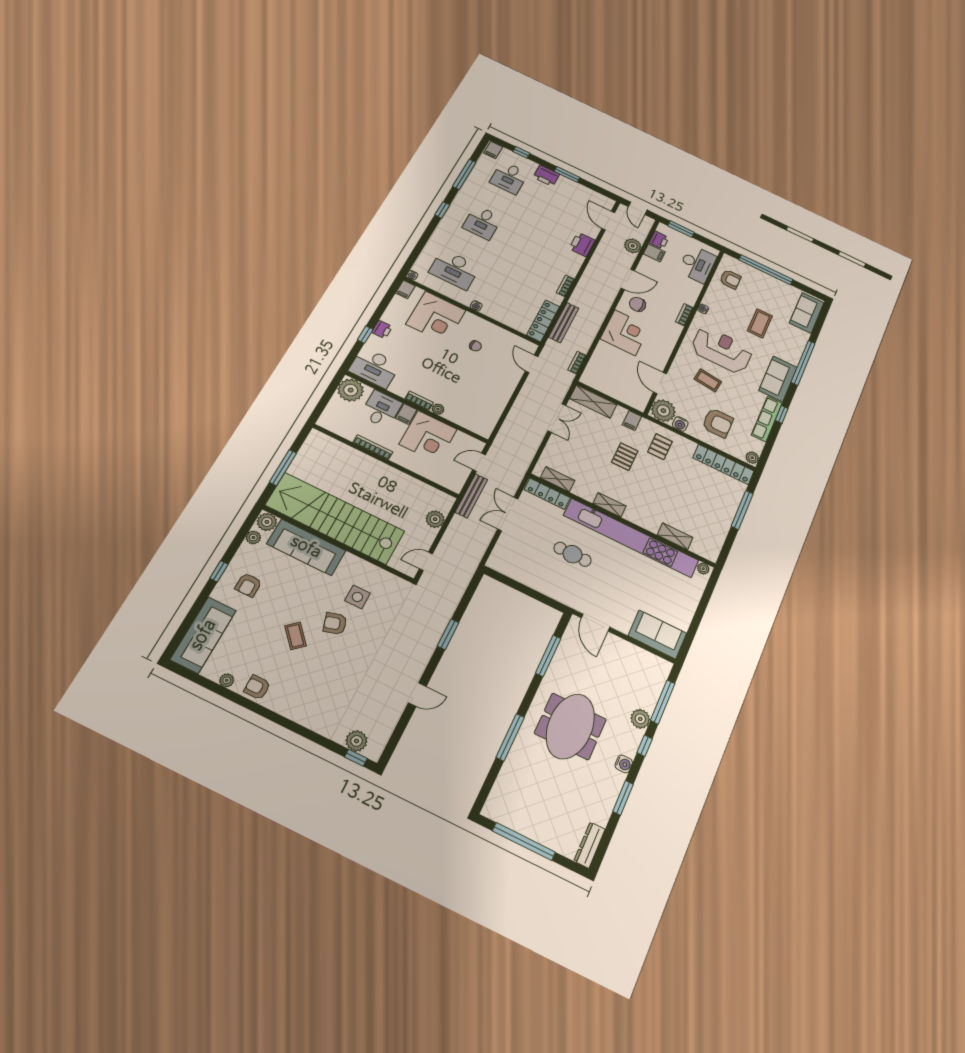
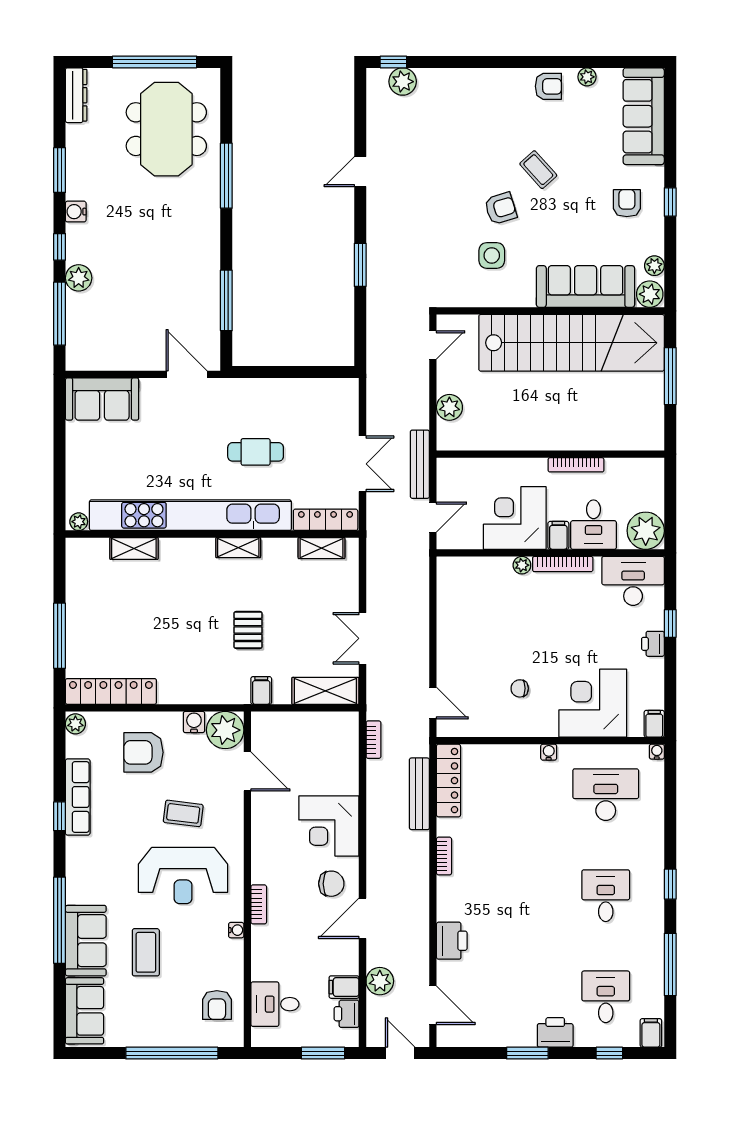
desk: (697, 264) -> (275, 1004), width x0.73
armchair: (730, 279) -> (217, 1005), turned -90
sofa: (778, 379) -> (86, 941), moved
bookcase: (419, 401) -> (563, 564), width x1.56
pallet: (660, 447) -> (207, 671), removed
meeting table: (570, 726) -> (166, 129), moved

